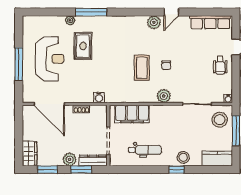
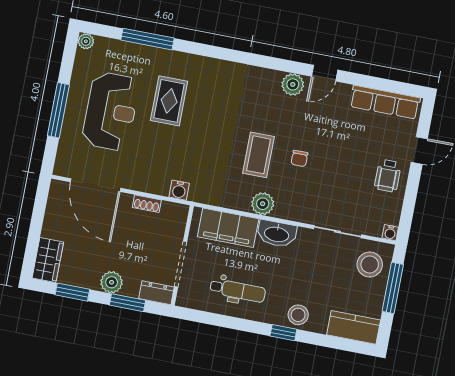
window: (91, 12) -> (148, 39), moved
plant: (70, 20) -> (86, 41), moved
plant: (164, 96) -> (263, 204), moved
washbasin: (161, 112) -> (277, 234), added
dresser: (93, 160) -> (156, 293), width x0.70

